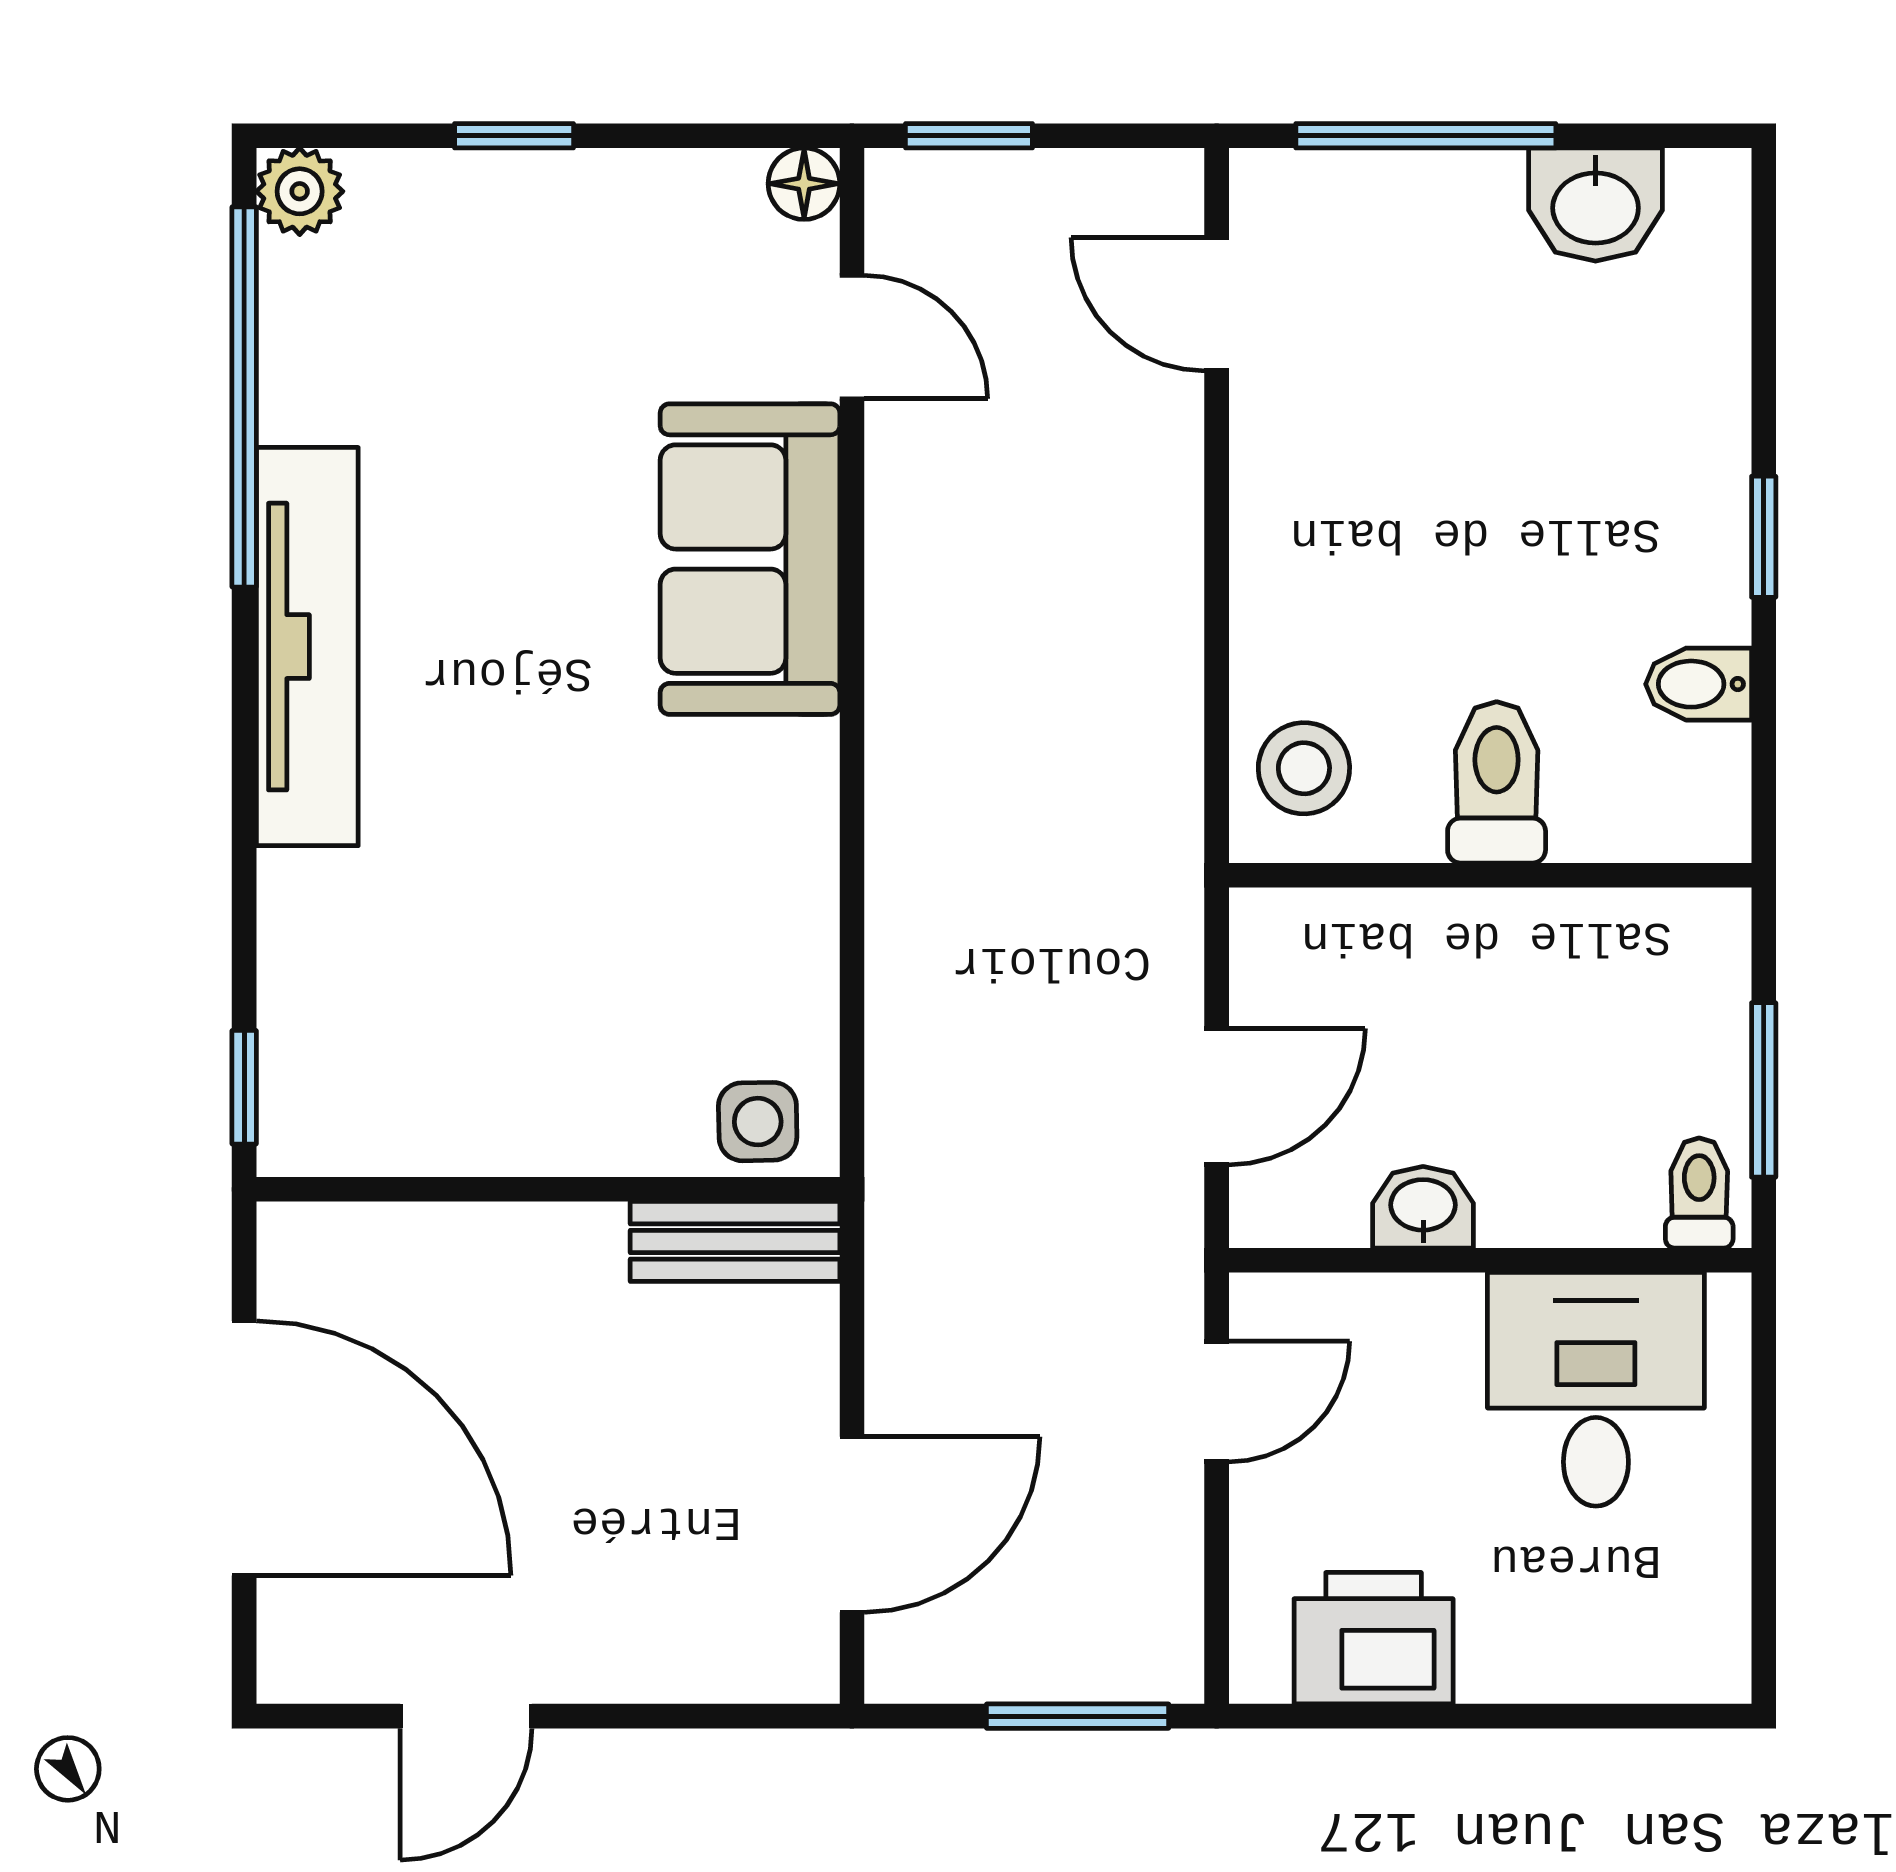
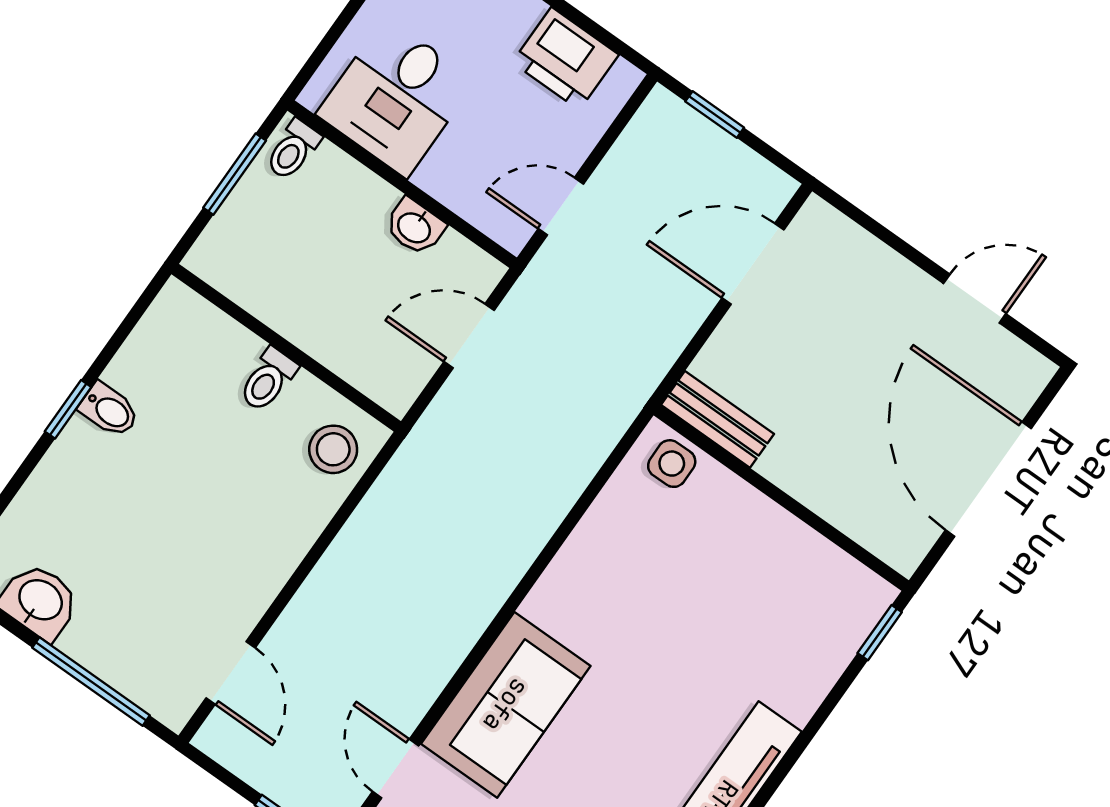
bidet: (1699, 684) -> (109, 410), moved
toilet: (1497, 782) -> (268, 380), width x0.73, depth x0.72
window: (1078, 1716) -> (715, 115), width x0.67

